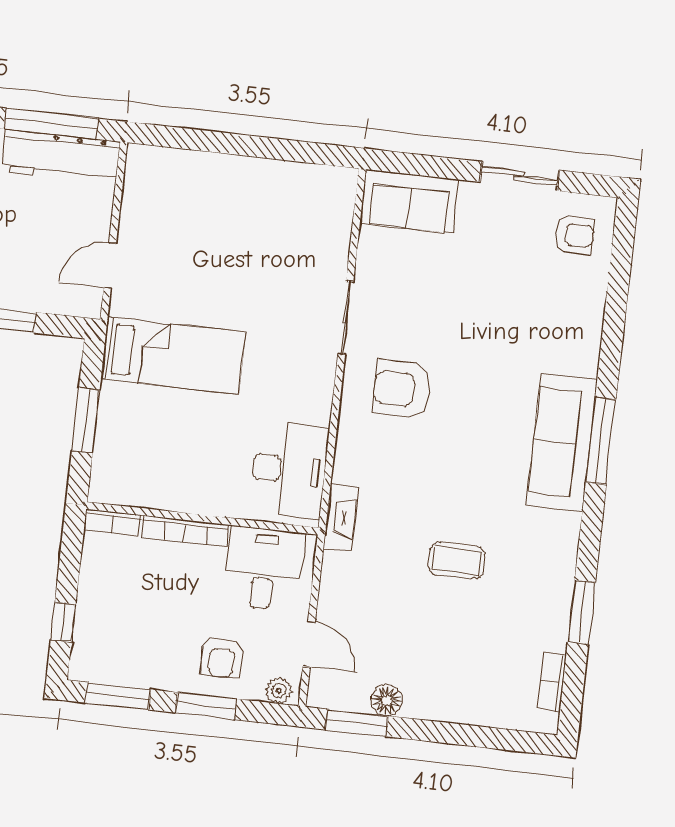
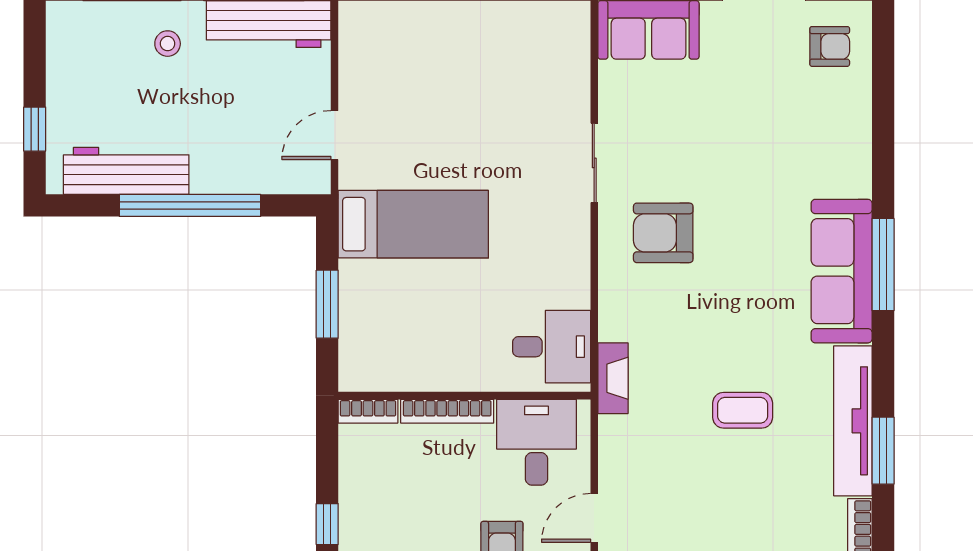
desk: (289, 470) -> (552, 347), width x0.73
tv unit: (557, 582) -> (853, 421), added
door: (309, 644) -> (594, 518), swing flipped

